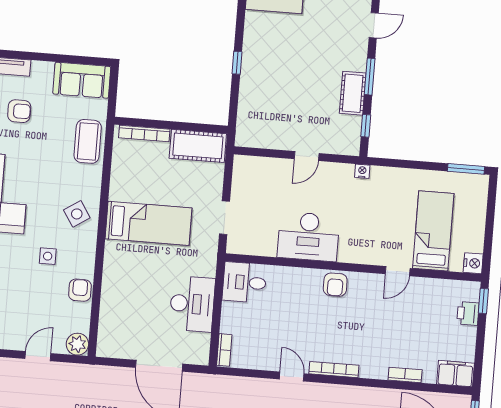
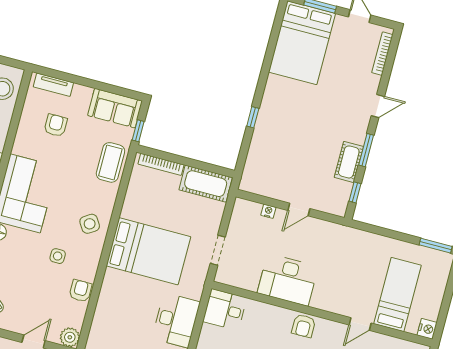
window: (112, 101) -> (138, 131), added
armchair: (19, 111) -> (56, 125), turned -90
nightstand: (362, 171) -> (268, 211), moved
bed: (148, 223) -> (148, 251), width x1.50

